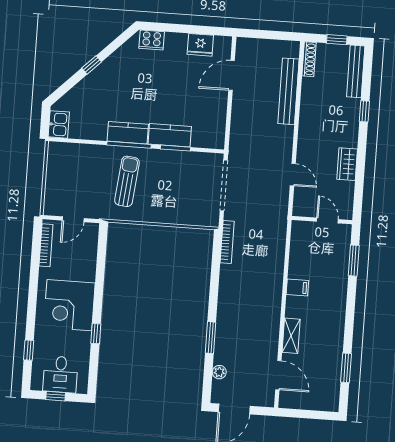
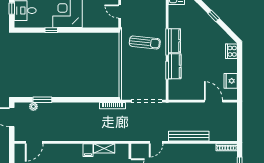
bench: (288, 91) -> (189, 136), moved
shelving: (291, 336) -> (104, 148), moved
window: (211, 338) -> (42, 100), moved

